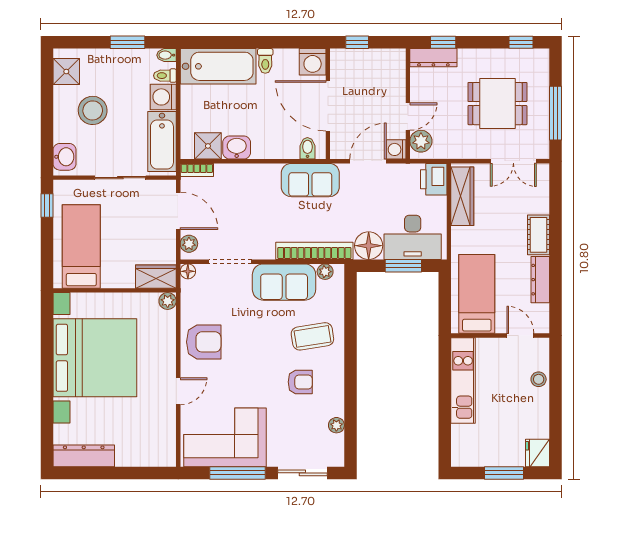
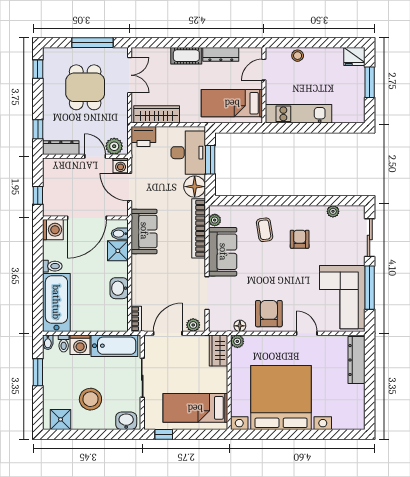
dresser: (433, 58) -> (61, 148), moved, turned -90
shower: (208, 146) -> (118, 251), moved
floor lamp: (188, 271) -> (240, 326), moved
coffee table: (312, 336) -> (265, 230), width x0.73, depth x0.77
dresser: (84, 456) -> (357, 360), moved

